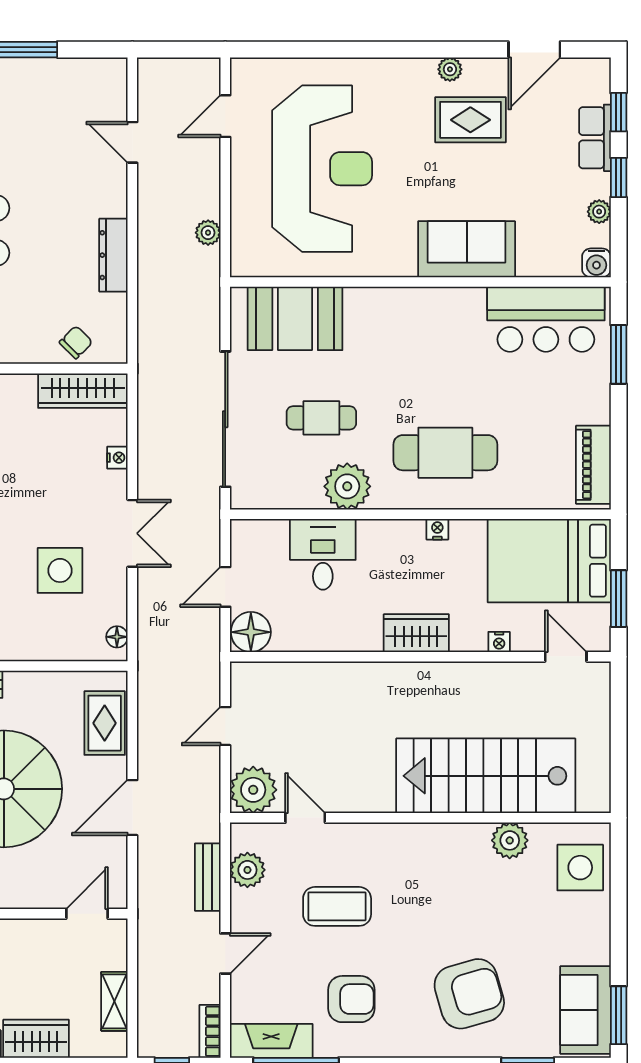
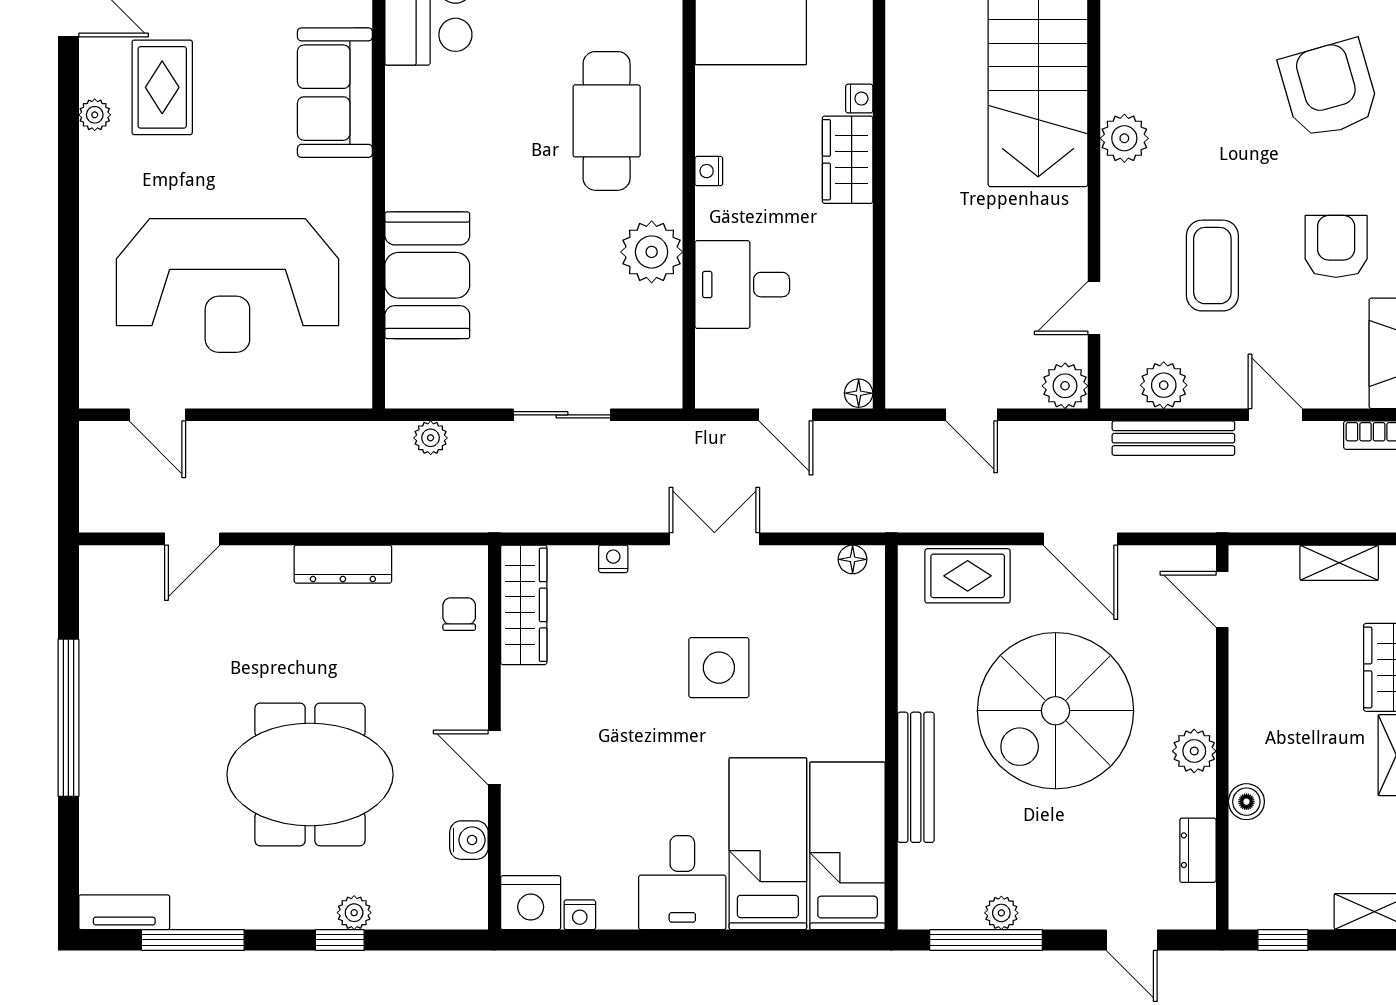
reception desk: (322, 169) -> (227, 286), turned 180
plant: (208, 233) -> (431, 438), moved
booth: (295, 318) -> (427, 275), moved
chair: (76, 342) -> (459, 614), turned 45
cafe table: (321, 418) -> (560, 286), removed
sliding door: (225, 419) -> (562, 415), width x0.54
nightstand: (437, 529) -> (709, 171), moved
side table: (60, 570) -> (719, 668), moved
floor lamp: (251, 632) -> (859, 393), width x0.53, depth x0.53
nightstand: (499, 642) -> (859, 99), moved
plant: (253, 790) -> (1065, 386), width x0.73, depth x0.73
plant: (510, 840) -> (1124, 138), moved
bench: (208, 877) -> (1173, 438), width x1.36

